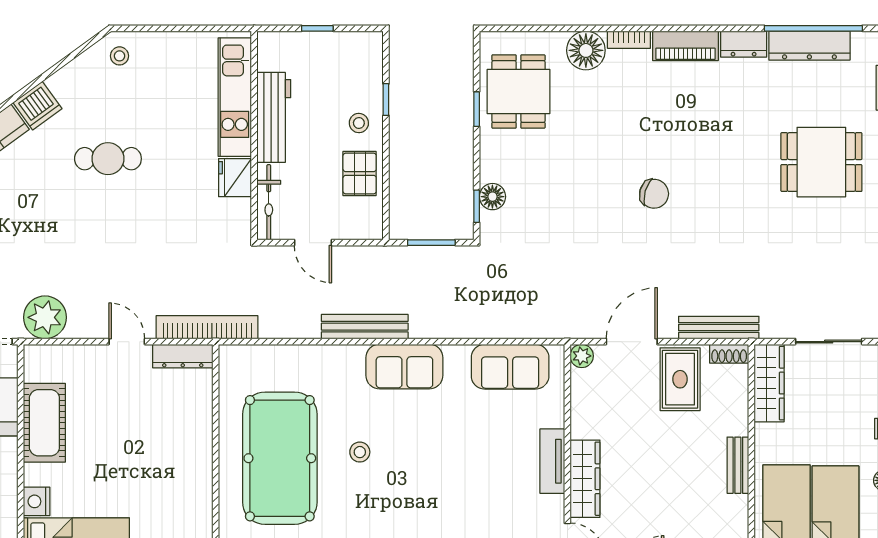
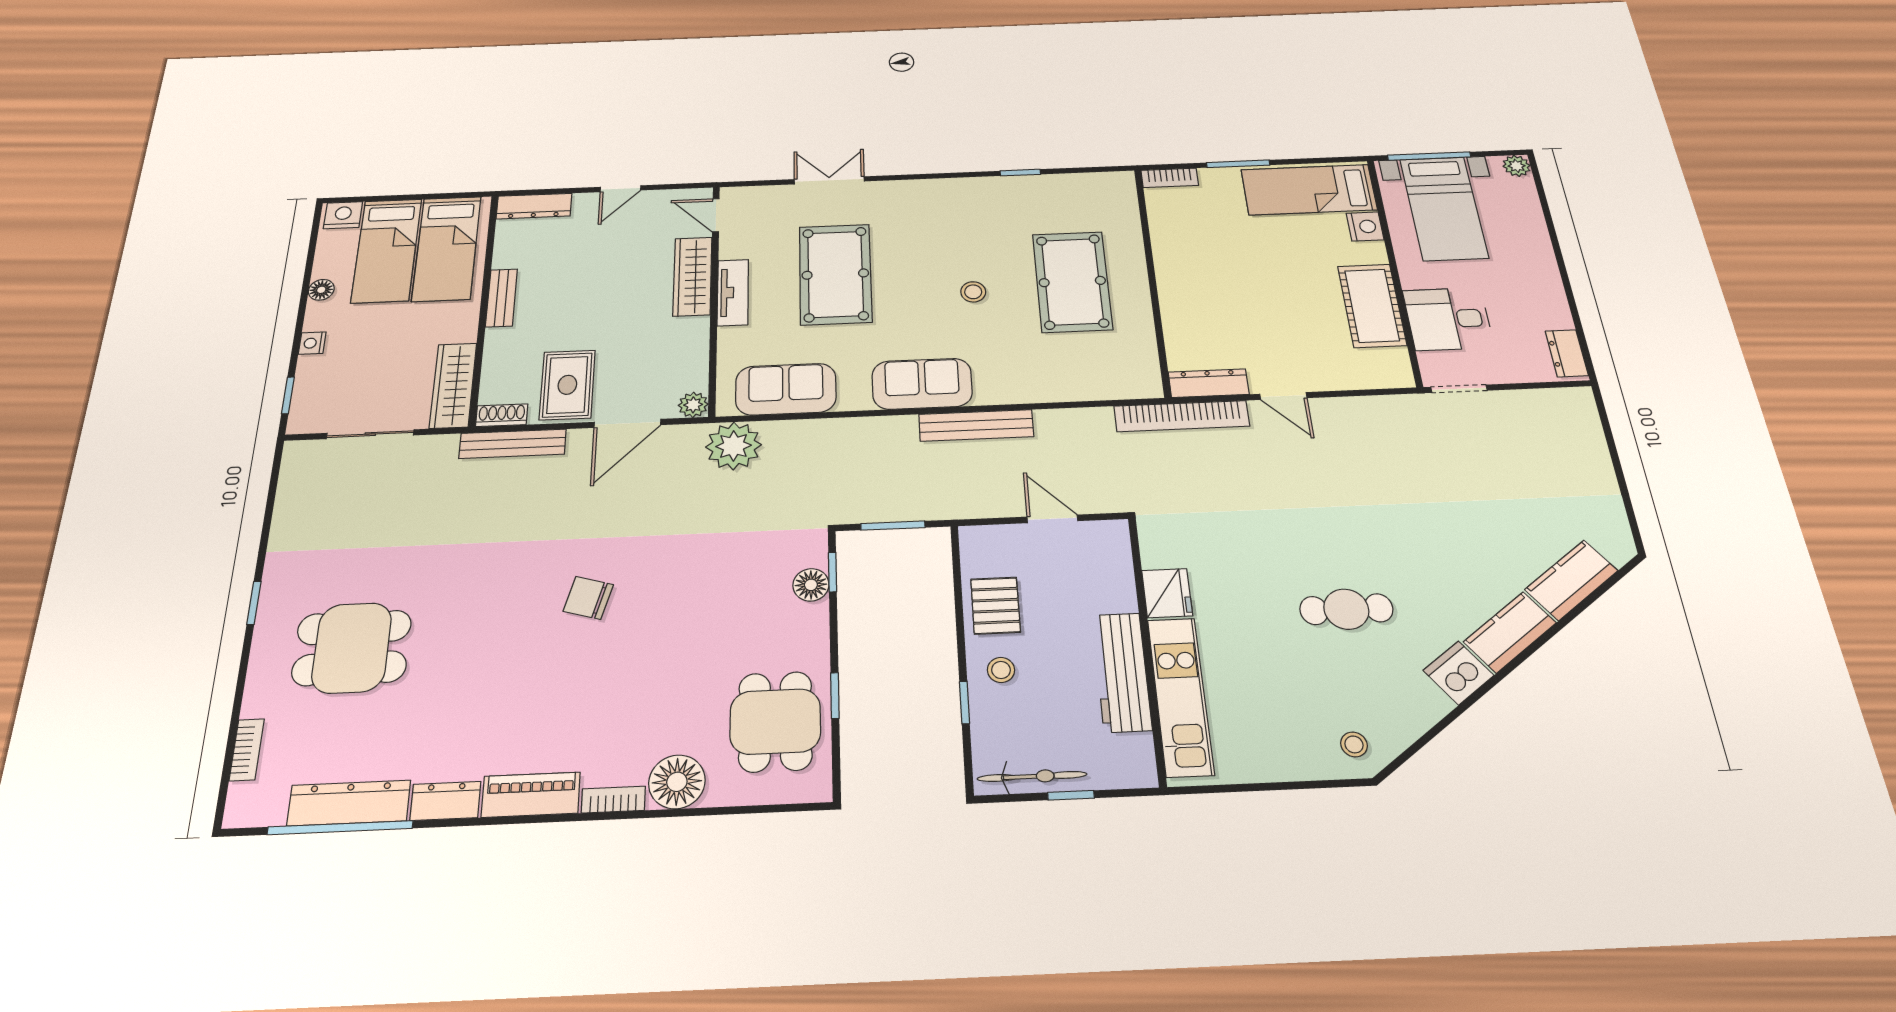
bicycle: (269, 202) -> (1032, 776), moved, turned 90
plant: (45, 317) -> (734, 446), moved
pool table: (280, 458) -> (1072, 282), width x0.73, depth x0.76
pool table: (470, 475) -> (835, 274), added

